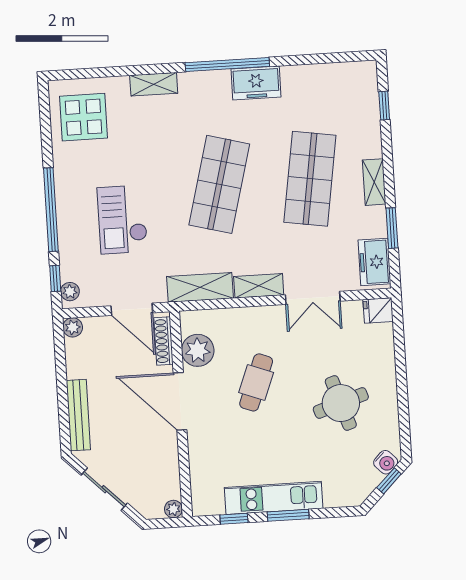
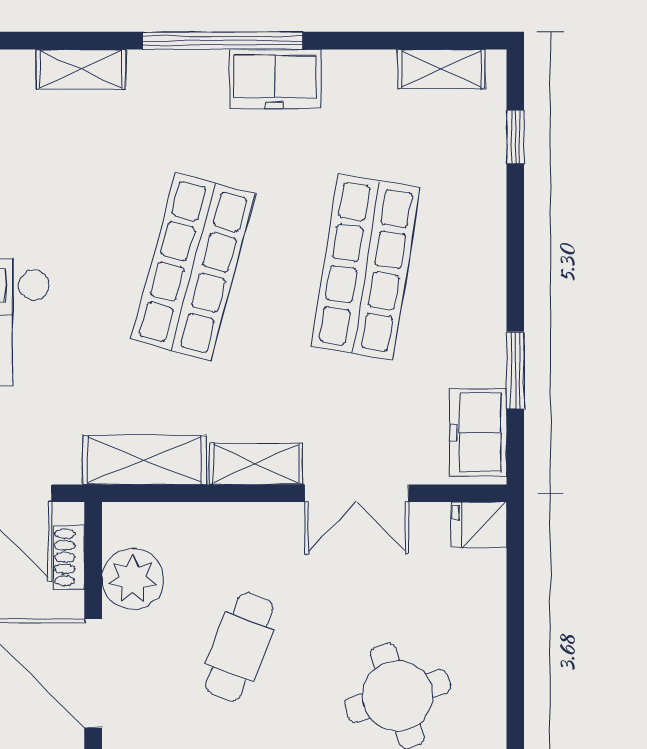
shelving: (374, 182) -> (442, 69), moved, turned 90
shoe rack: (164, 341) -> (69, 557), width x0.70

